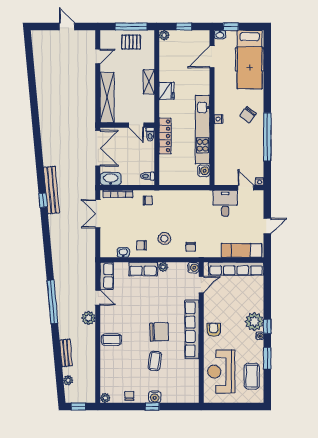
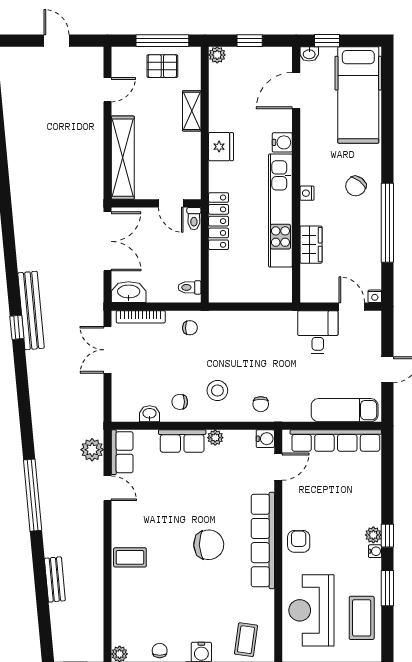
shelving: (149, 82) -> (192, 111), moved
wardrobe: (221, 150) -> (311, 245), added
water cooler: (204, 171) -> (282, 142), moved
plant: (89, 318) -> (92, 450), moved
plant: (254, 322) -> (373, 535), width x0.53, depth x0.53
coffee table: (155, 361) -> (246, 640), moved
plant: (68, 380) -> (58, 625), removed

